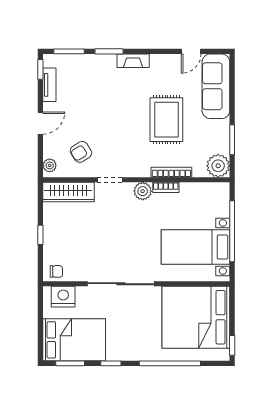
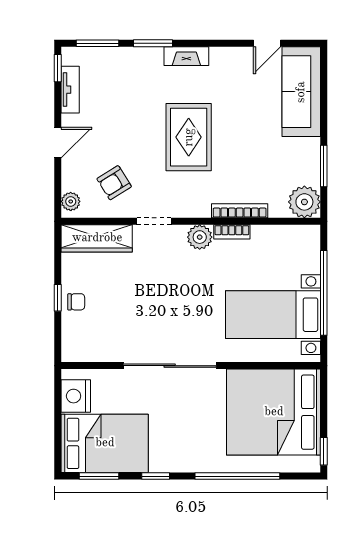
rug: (166, 120) -> (189, 137), moved
chair: (56, 271) -> (76, 302), moved
nightstand: (63, 297) -> (76, 396), moved, turned -90

